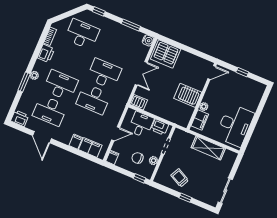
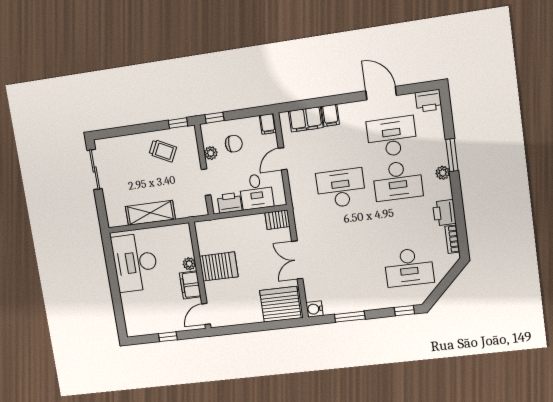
desk: (104, 74) -> (347, 231), removed
filing cabinet: (200, 120) -> (190, 285), moved
window: (185, 198) -> (178, 123), moved

